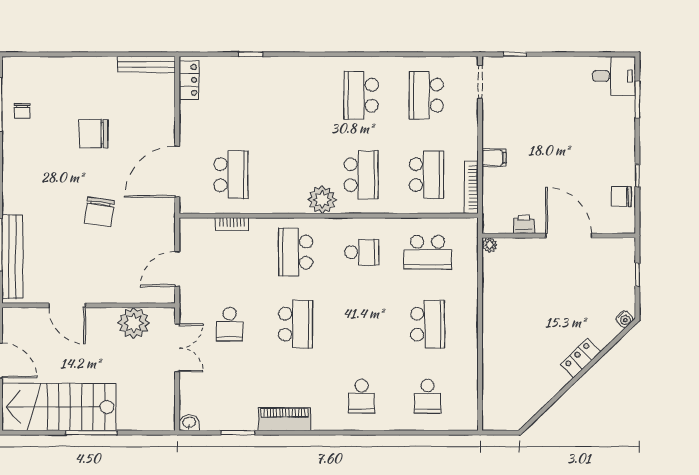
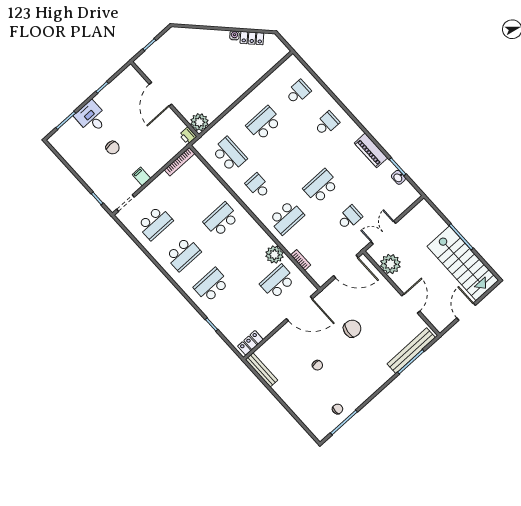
desk: (614, 76) -> (91, 117), moved
chair: (93, 134) -> (317, 365), width x0.54, depth x0.54
filing cabinet: (494, 158) -> (141, 177), moved
school desk: (426, 175) -> (211, 285), moved
chair: (621, 196) -> (113, 148), moved
plant: (322, 200) -> (274, 255), moved
printer: (524, 224) -> (188, 136), moved
plant: (489, 245) -> (199, 122), width x1.88, depth x1.88
door: (177, 269) -> (346, 267), width x1.36
water cooler: (625, 319) -> (234, 35), moved
locker: (581, 358) -> (252, 38), moved
washbasin: (189, 423) -> (398, 177), moved

